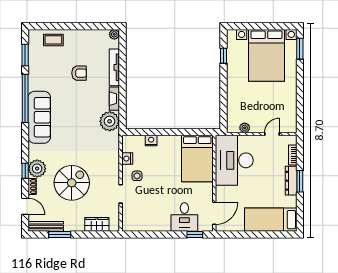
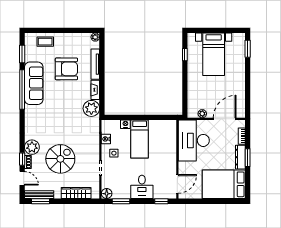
bed with nightstands: (266, 55) -> (214, 54), width x0.73
armchair: (79, 73) -> (66, 69), width x1.88, depth x1.88
sofa: (39, 117) -> (34, 83), moved
door: (272, 134) -> (225, 119), width x1.87
bed: (197, 159) -> (140, 139), moved, width x0.67
window: (25, 171) -> (22, 159), moved
desk: (184, 217) -> (142, 187), moved
bed: (271, 220) -> (224, 184), width x1.50
wardrobe: (97, 224) -> (76, 193), width x1.50
floor lamp: (128, 225) -> (107, 194), added
window: (60, 234) -> (40, 201), moved
window: (146, 234) -> (121, 201), added

